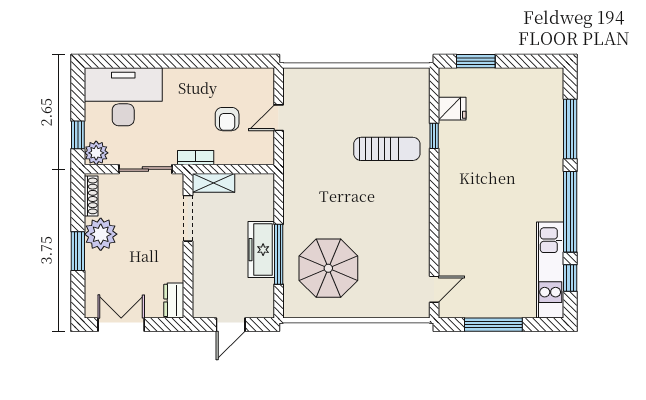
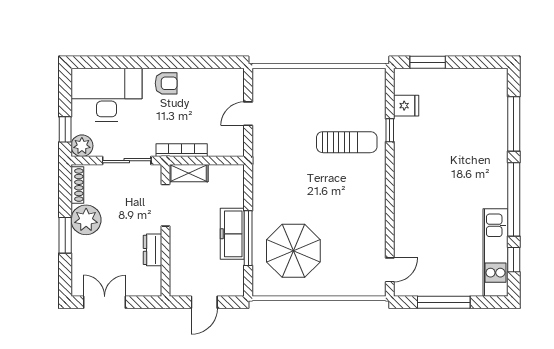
armchair: (227, 119) -> (166, 83), moved, turned -90
bookcase: (196, 158) -> (182, 150), width x1.56
dresser: (174, 300) -> (153, 250), moved

